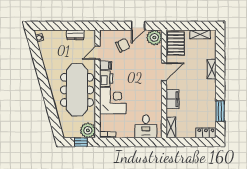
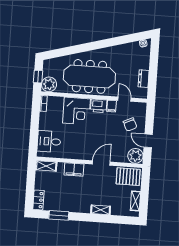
door: (164, 72) -> (101, 163), swing flipped

